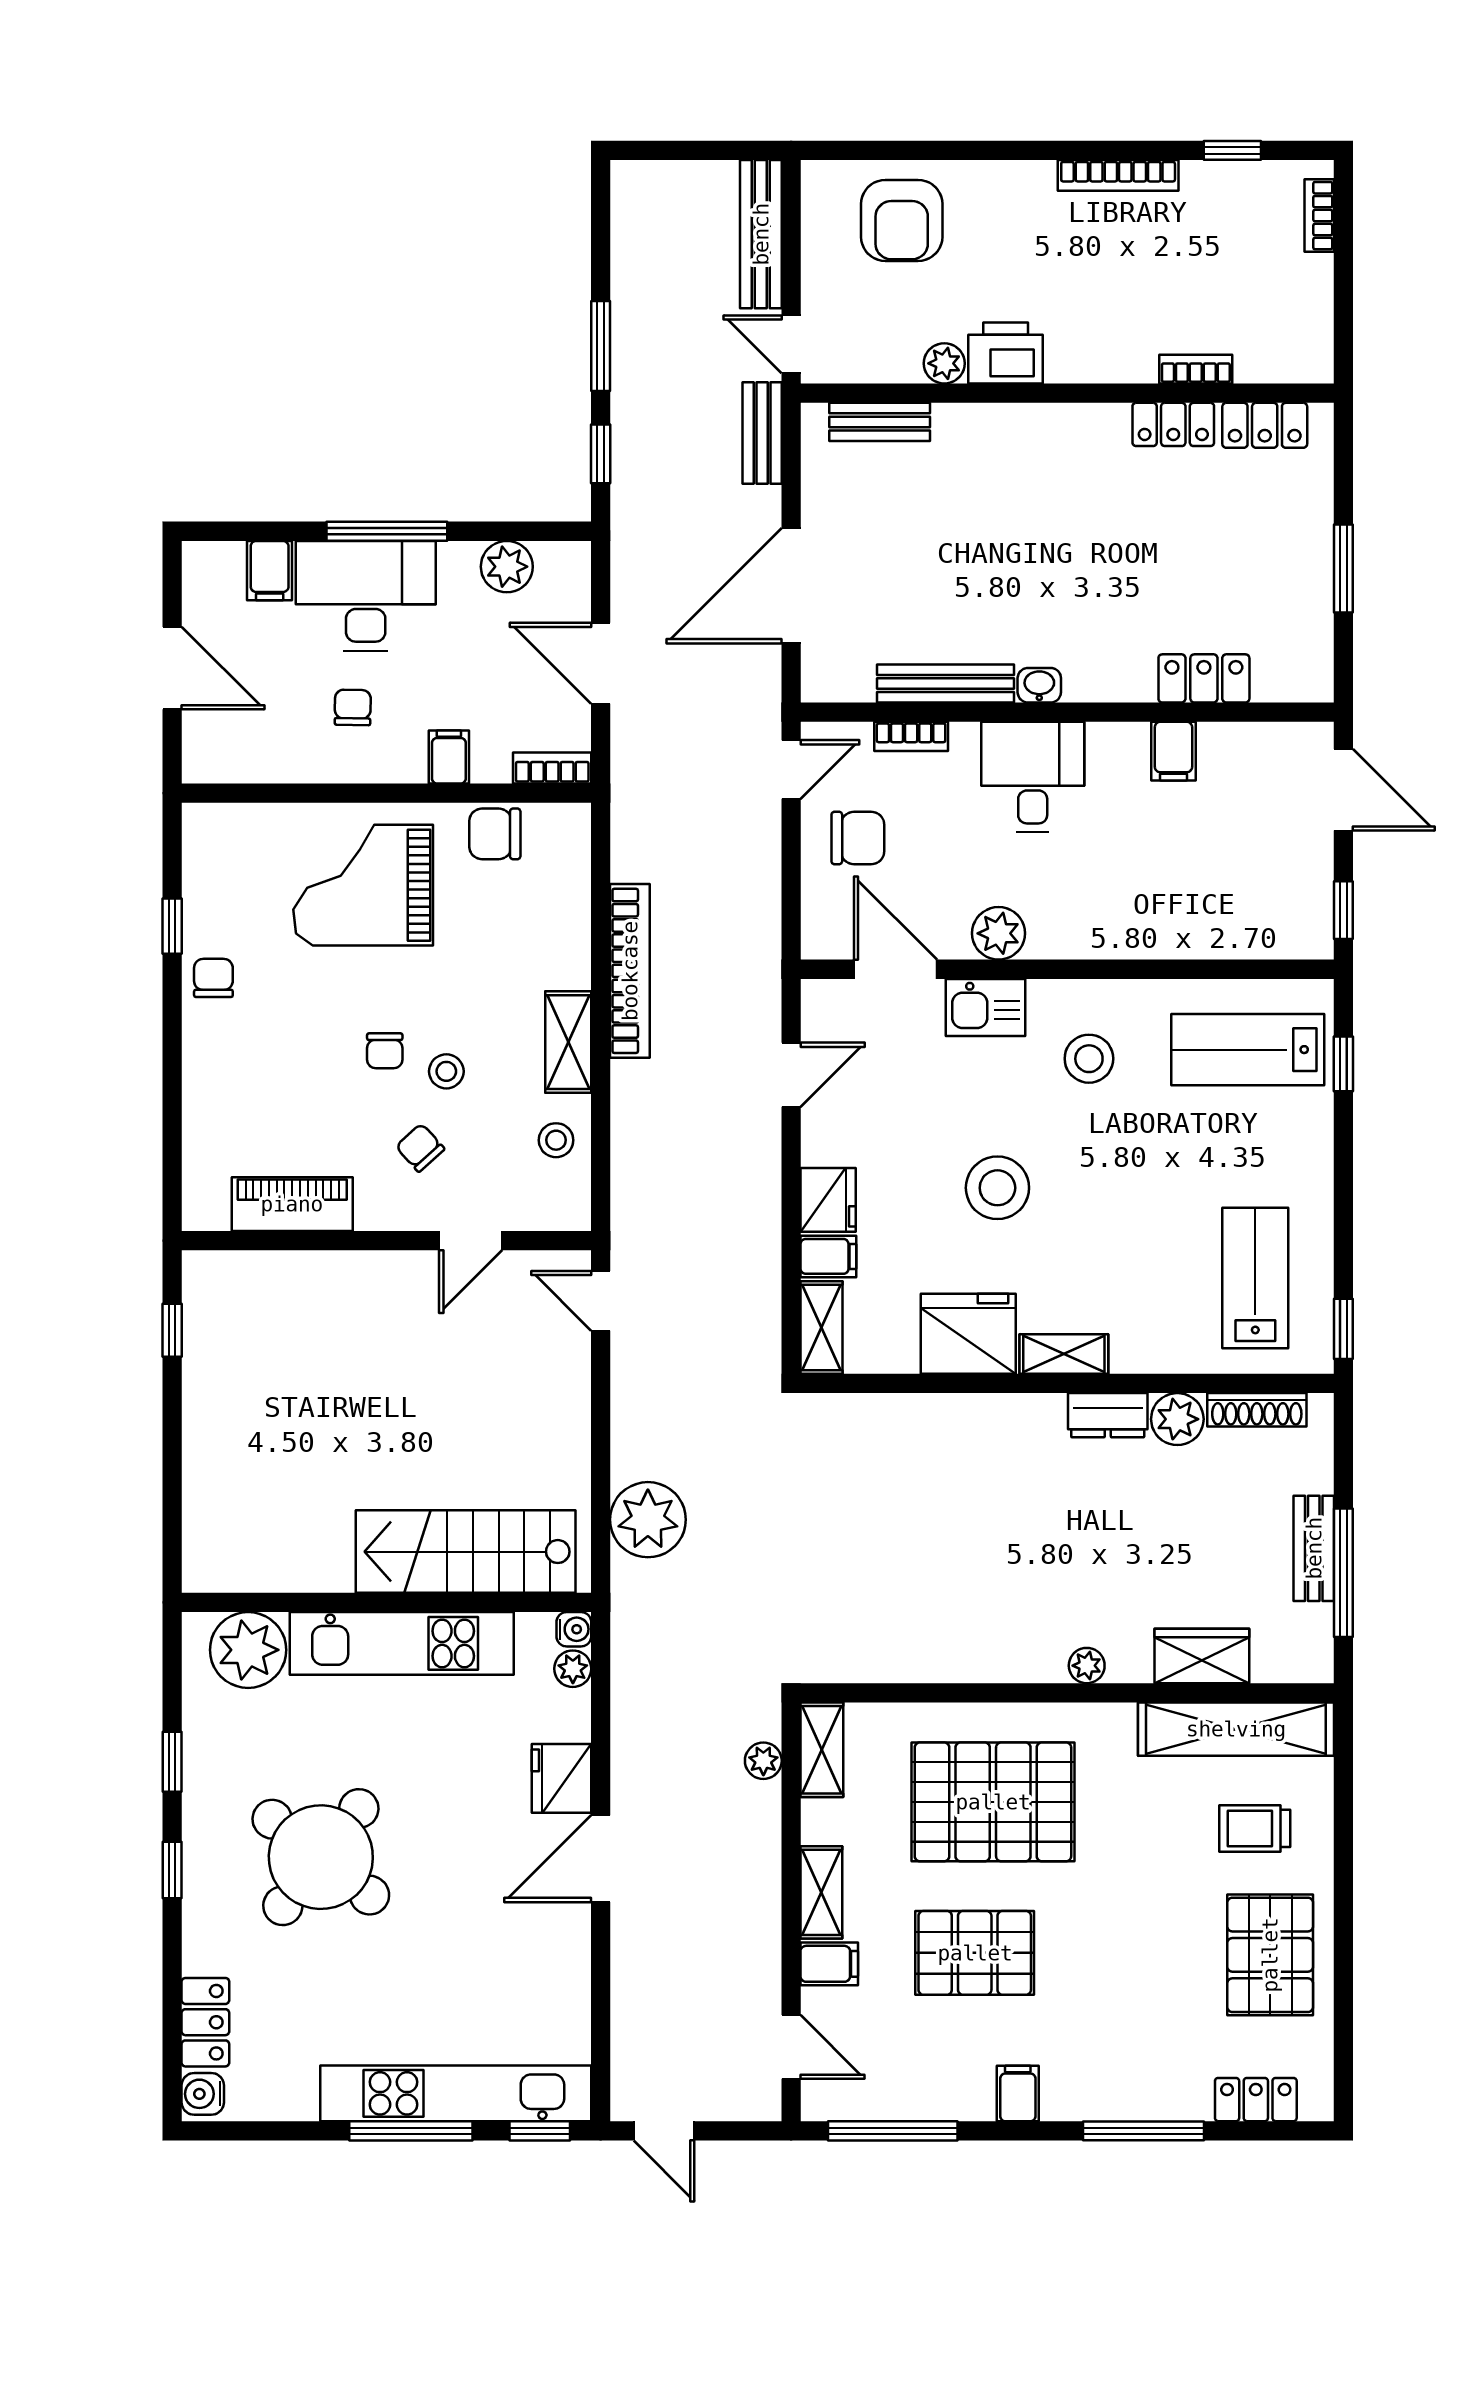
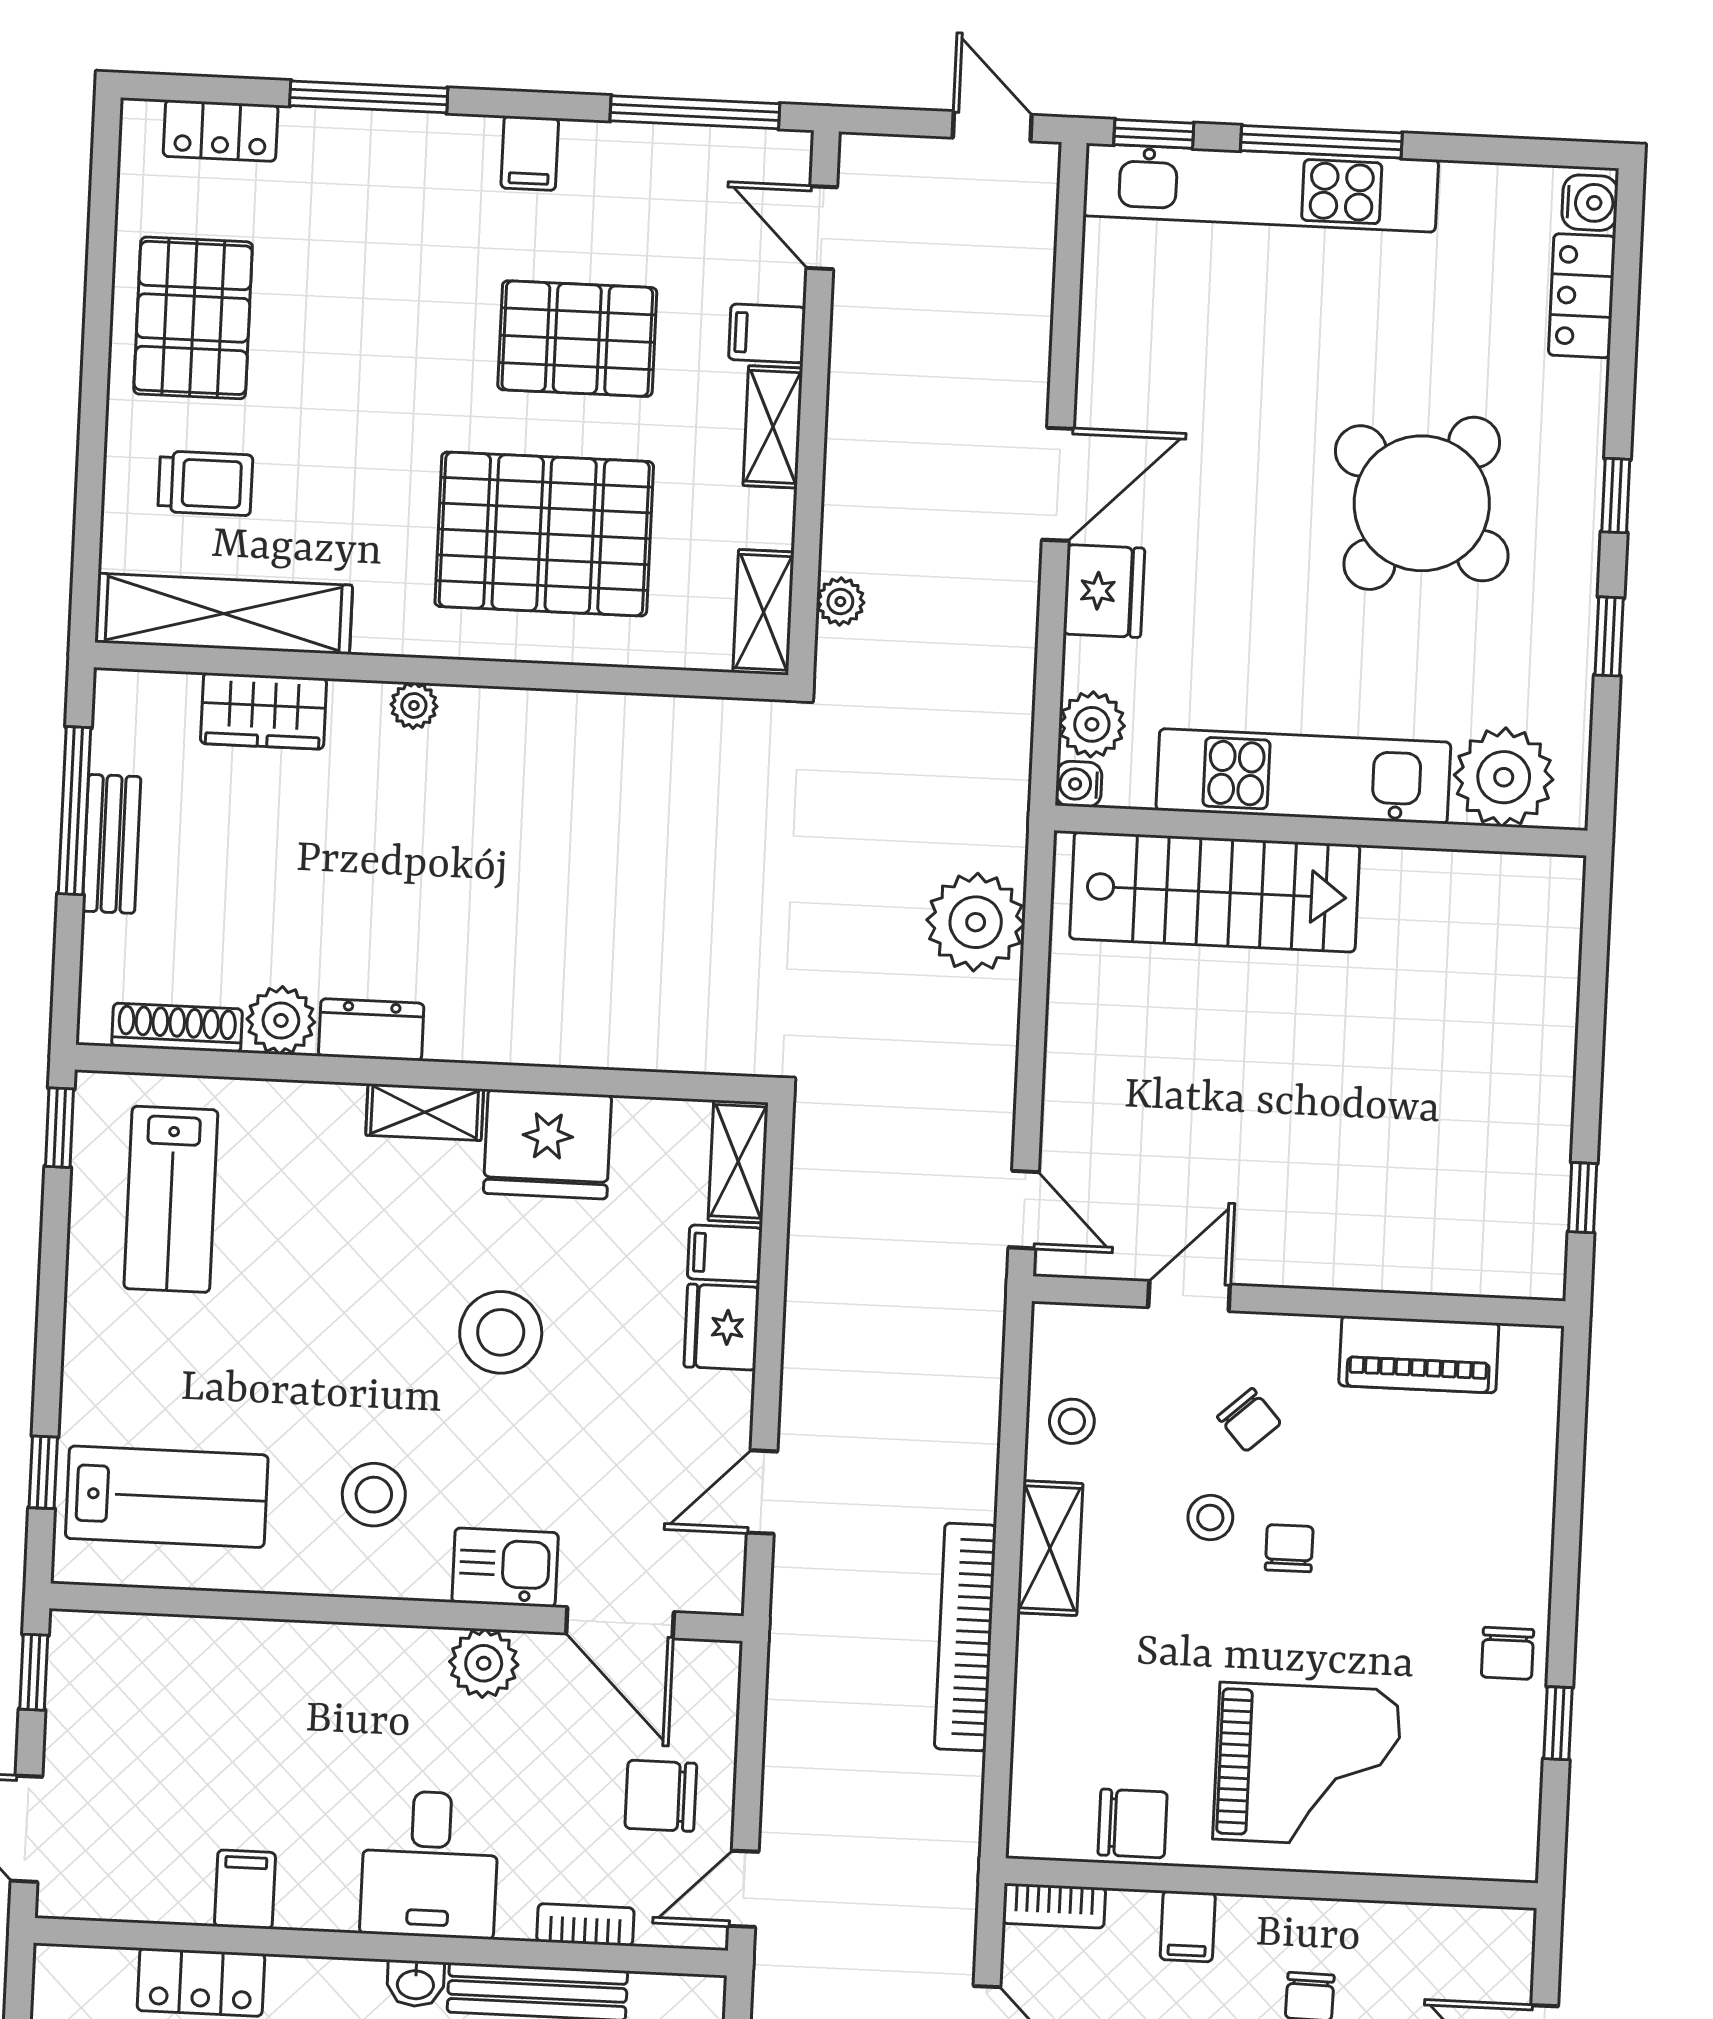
plant: (573, 1669) -> (1092, 724), width x1.38, depth x1.38

